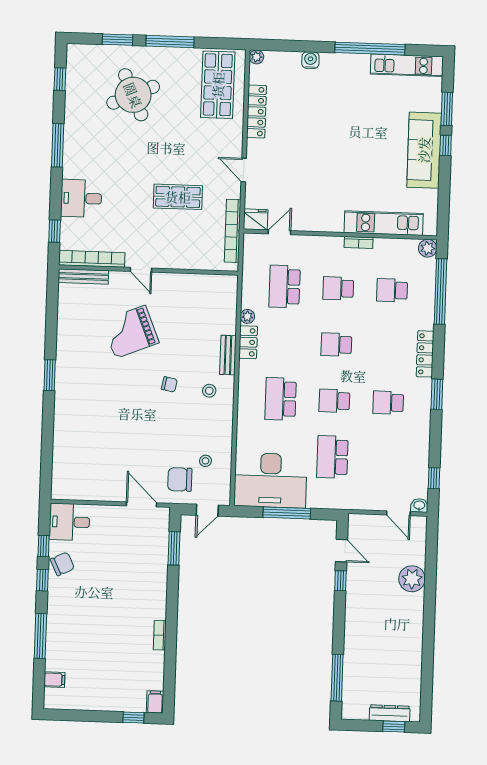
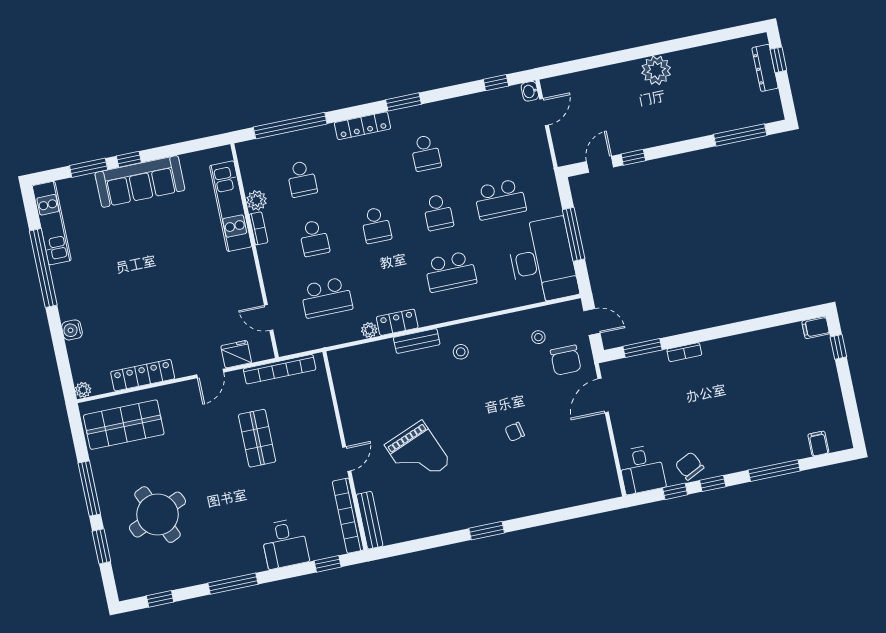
fridge: (256, 219) -> (236, 354), moved, turned 90
plant: (428, 248) -> (257, 200), moved
chair: (169, 384) -> (515, 432), moved, turned -113
plant: (412, 579) -> (656, 70), moved
bookcase: (160, 635) -> (684, 352), moved

